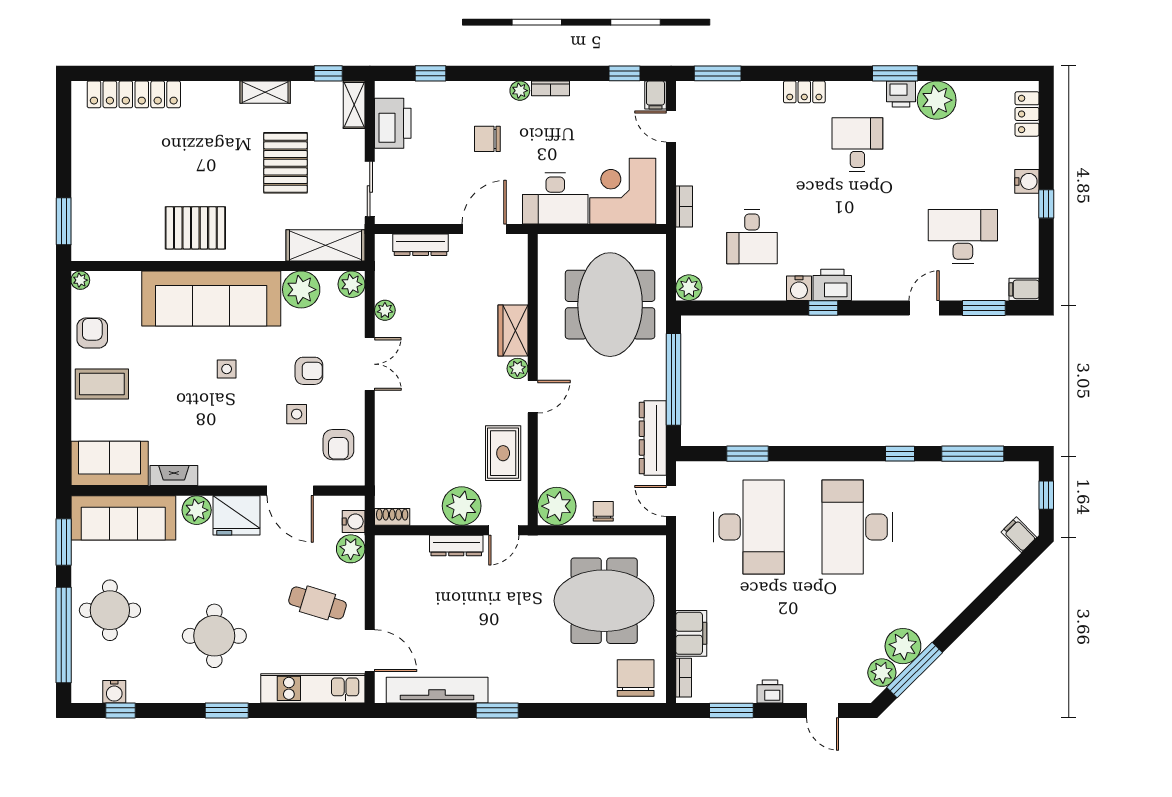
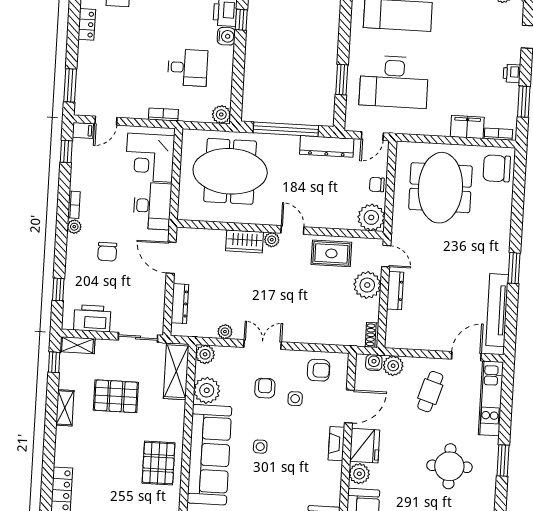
fireplace: (174, 476) -> (336, 444), moved
desk: (749, 527) -> (394, 82), turned 180

